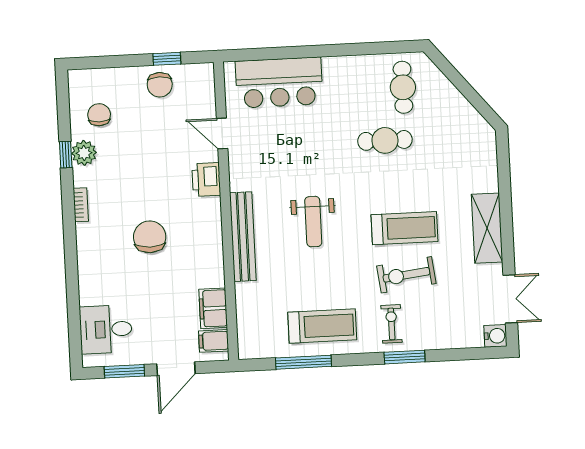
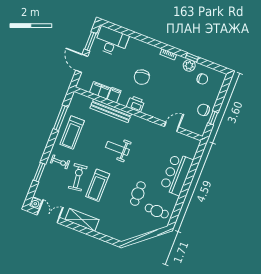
bar counter: (279, 83) -> (177, 174), moved
printer: (206, 179) -> (136, 104), moved
chair: (150, 237) -> (142, 77), turned 80
bench: (243, 237) -> (111, 111), moved
double door: (510, 299) -> (48, 216), swing flipped
desk: (106, 329) -> (111, 41), width x1.37
filing cabinet: (214, 341) -> (114, 95), moved
window: (405, 357) -> (39, 172), moved

